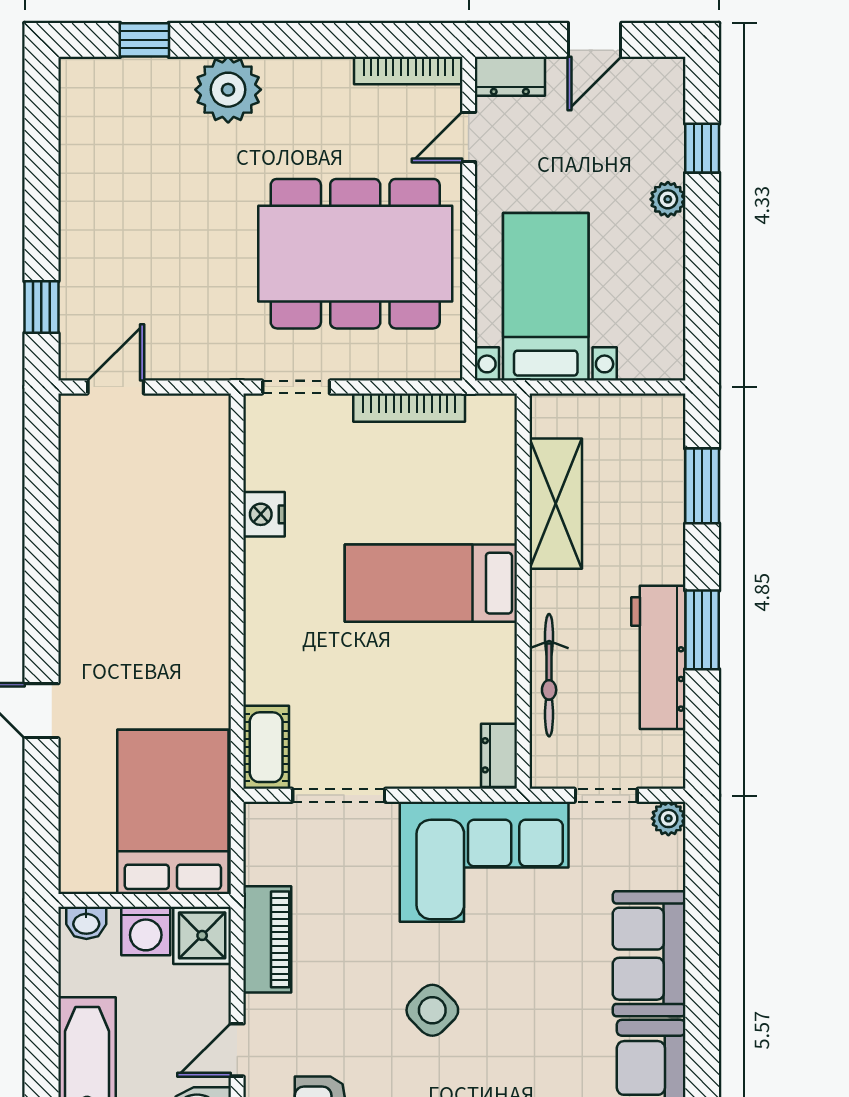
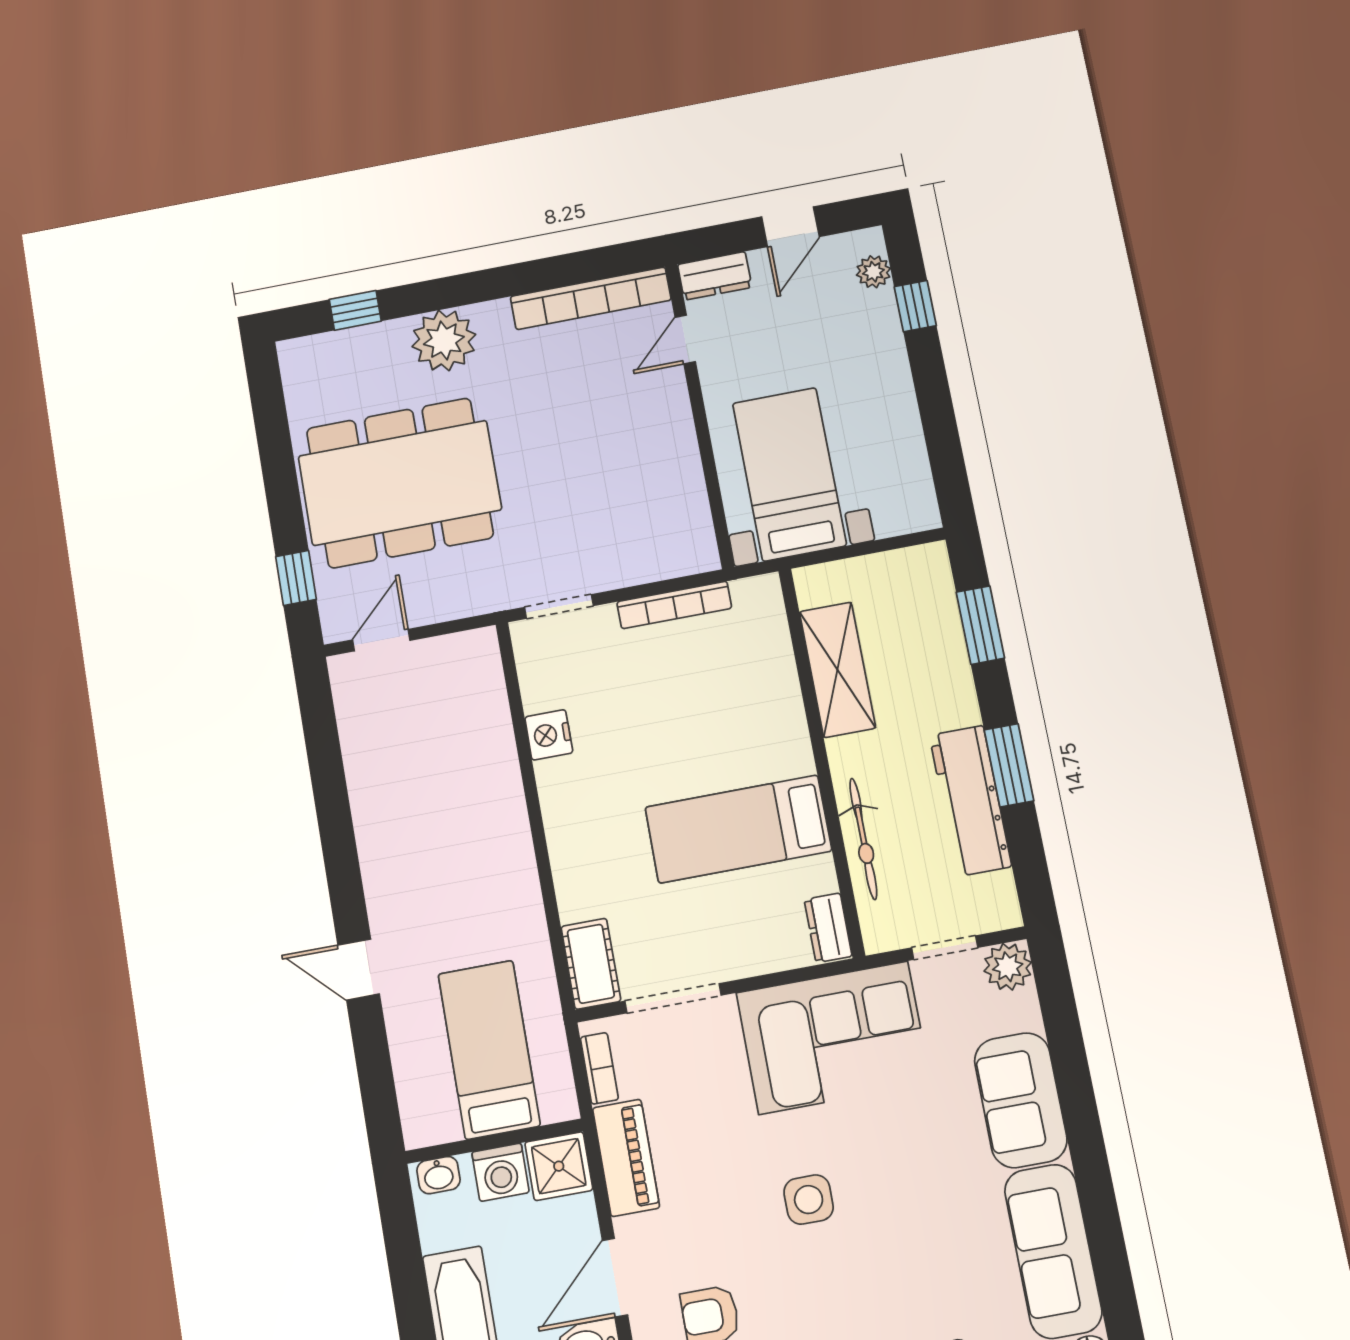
bookcase: (408, 71) -> (591, 298), width x1.48, depth x1.31
plant: (668, 199) -> (873, 272), moved
dining table: (355, 254) -> (400, 483), moved
bed: (431, 583) -> (738, 829), moved
bed: (173, 812) -> (489, 1050), width x0.67
plant: (668, 818) -> (1008, 967), width x1.38, depth x1.38
bookcase: (257, 849) -> (599, 1068), added
side table: (432, 1010) -> (809, 1200), turned 45
door: (237, 1050) -> (615, 1278), width x1.38

